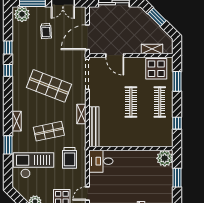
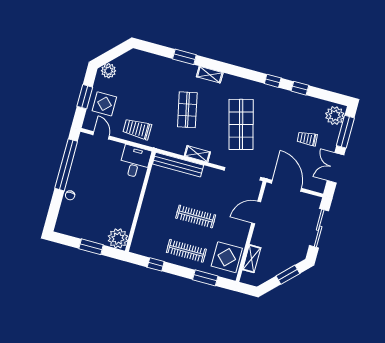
shop shelf: (49, 86) -> (241, 124), turned -36
trolley: (70, 158) -> (137, 129), moved
checkout: (34, 165) -> (152, 81), removed

